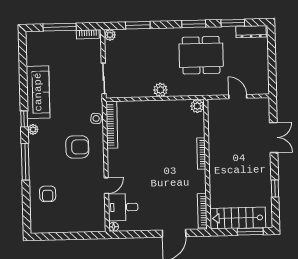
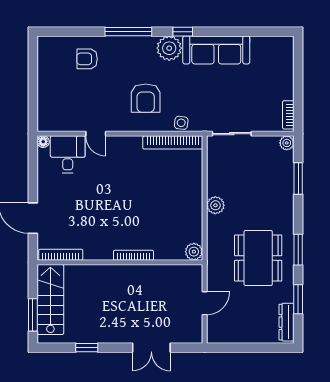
window: (60, 27) -> (298, 79), removed
plant: (33, 129) -> (169, 48), width x1.87, depth x1.87

